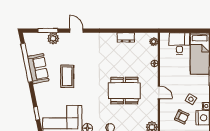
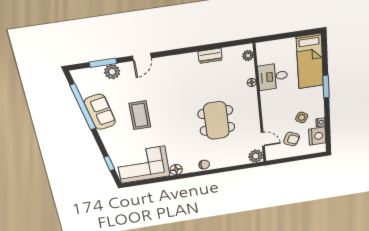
door: (76, 31) -> (142, 57), swing flipped
desk: (179, 44) -> (273, 77), moved, turned -90
dining table: (124, 91) -> (216, 121), turned 90
door: (159, 92) -> (263, 139), moved

